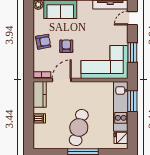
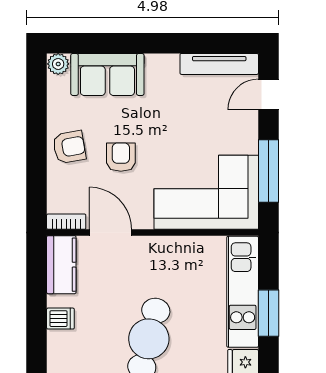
window: (132, 52) -> (268, 171), width x1.44
door: (62, 80) -> (111, 232), hinge flipped
window: (132, 101) -> (268, 313), moved

